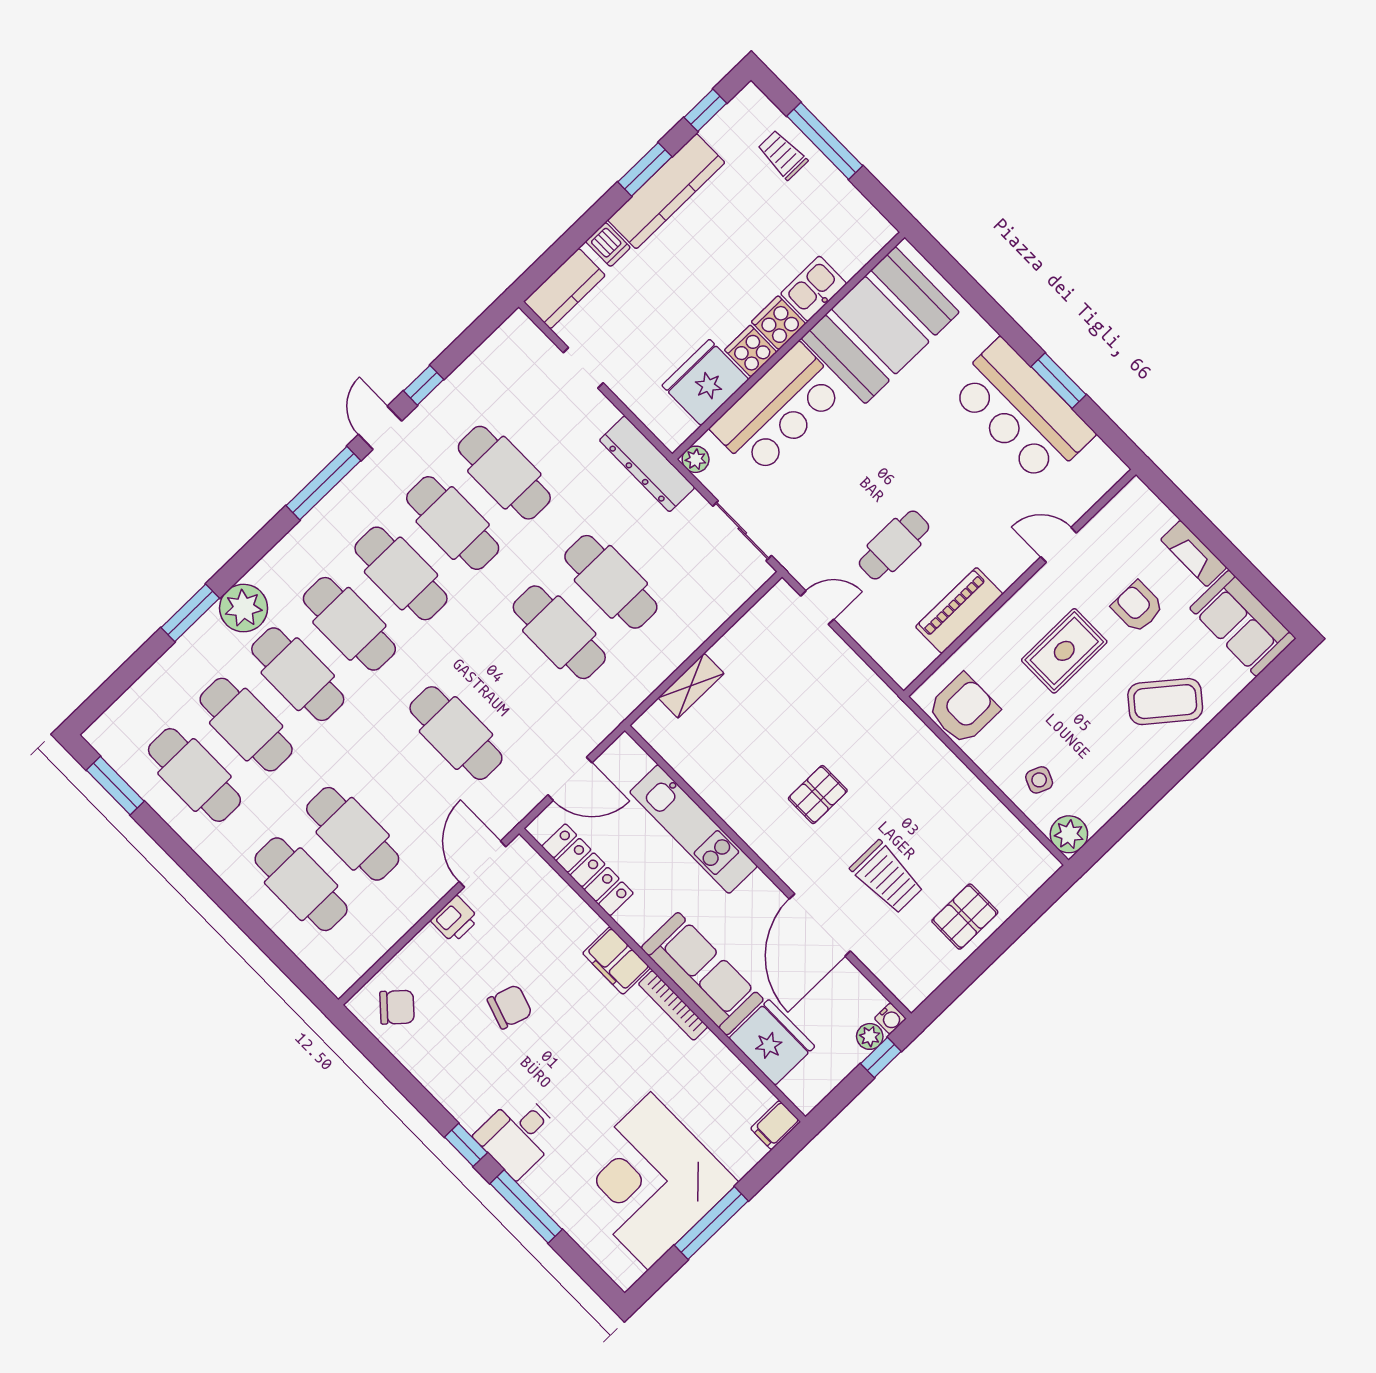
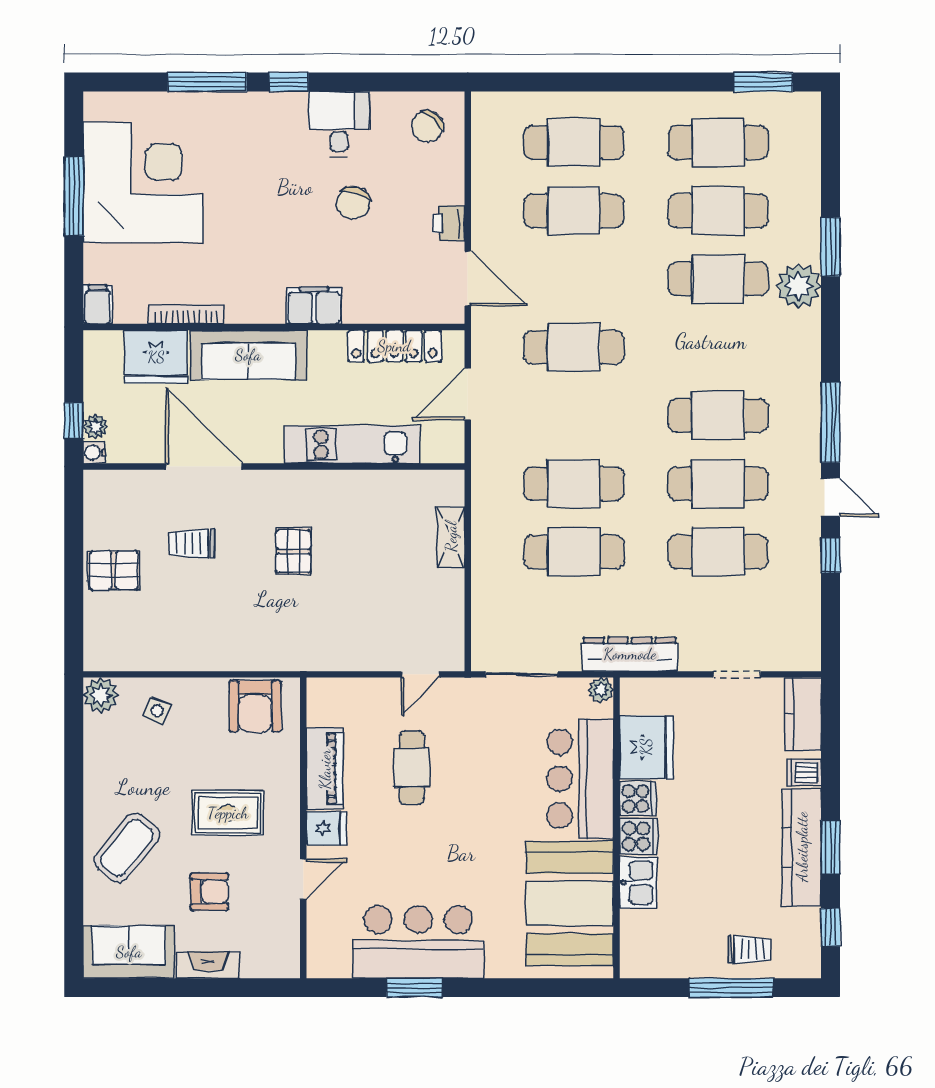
fridge: (1003, 565) -> (326, 828), added
cafe table: (349, 624) -> (718, 347), removed
rug: (1064, 651) -> (228, 813), turned 90
trolley: (887, 877) -> (192, 544), width x0.73, depth x0.72
pallet: (965, 917) -> (114, 570), turned 90
bookcase: (673, 1005) -> (186, 314), moved
desk: (519, 1135) -> (339, 124), moved

